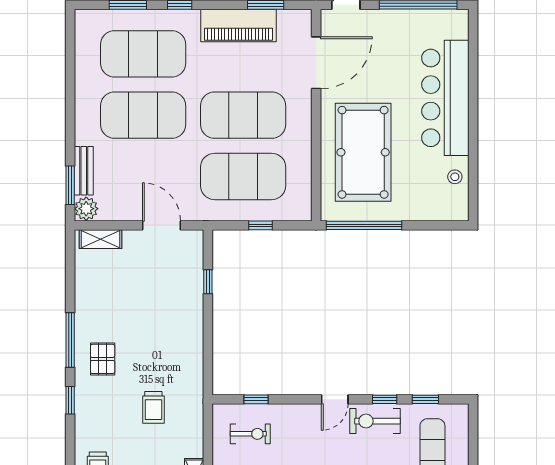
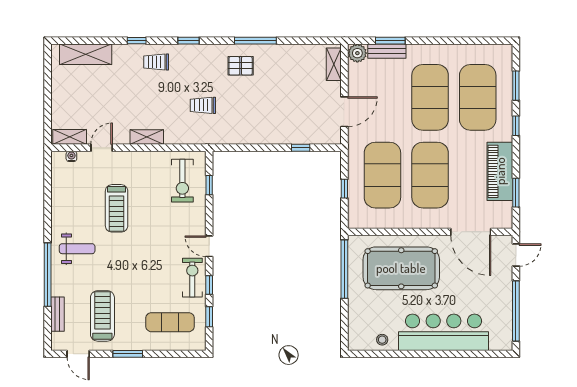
window: (70, 185) -> (390, 41), moved
window: (70, 400) -> (189, 41), moved
exercise bike: (250, 434) -> (182, 181), width x1.38, depth x1.39

